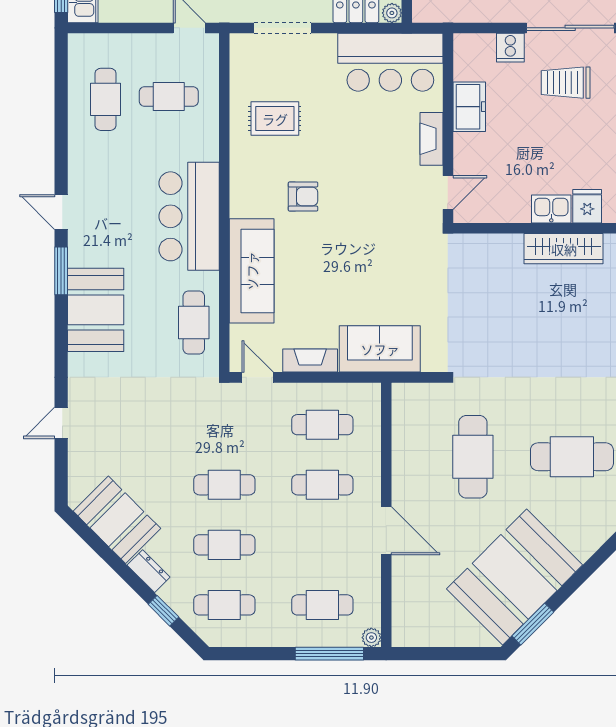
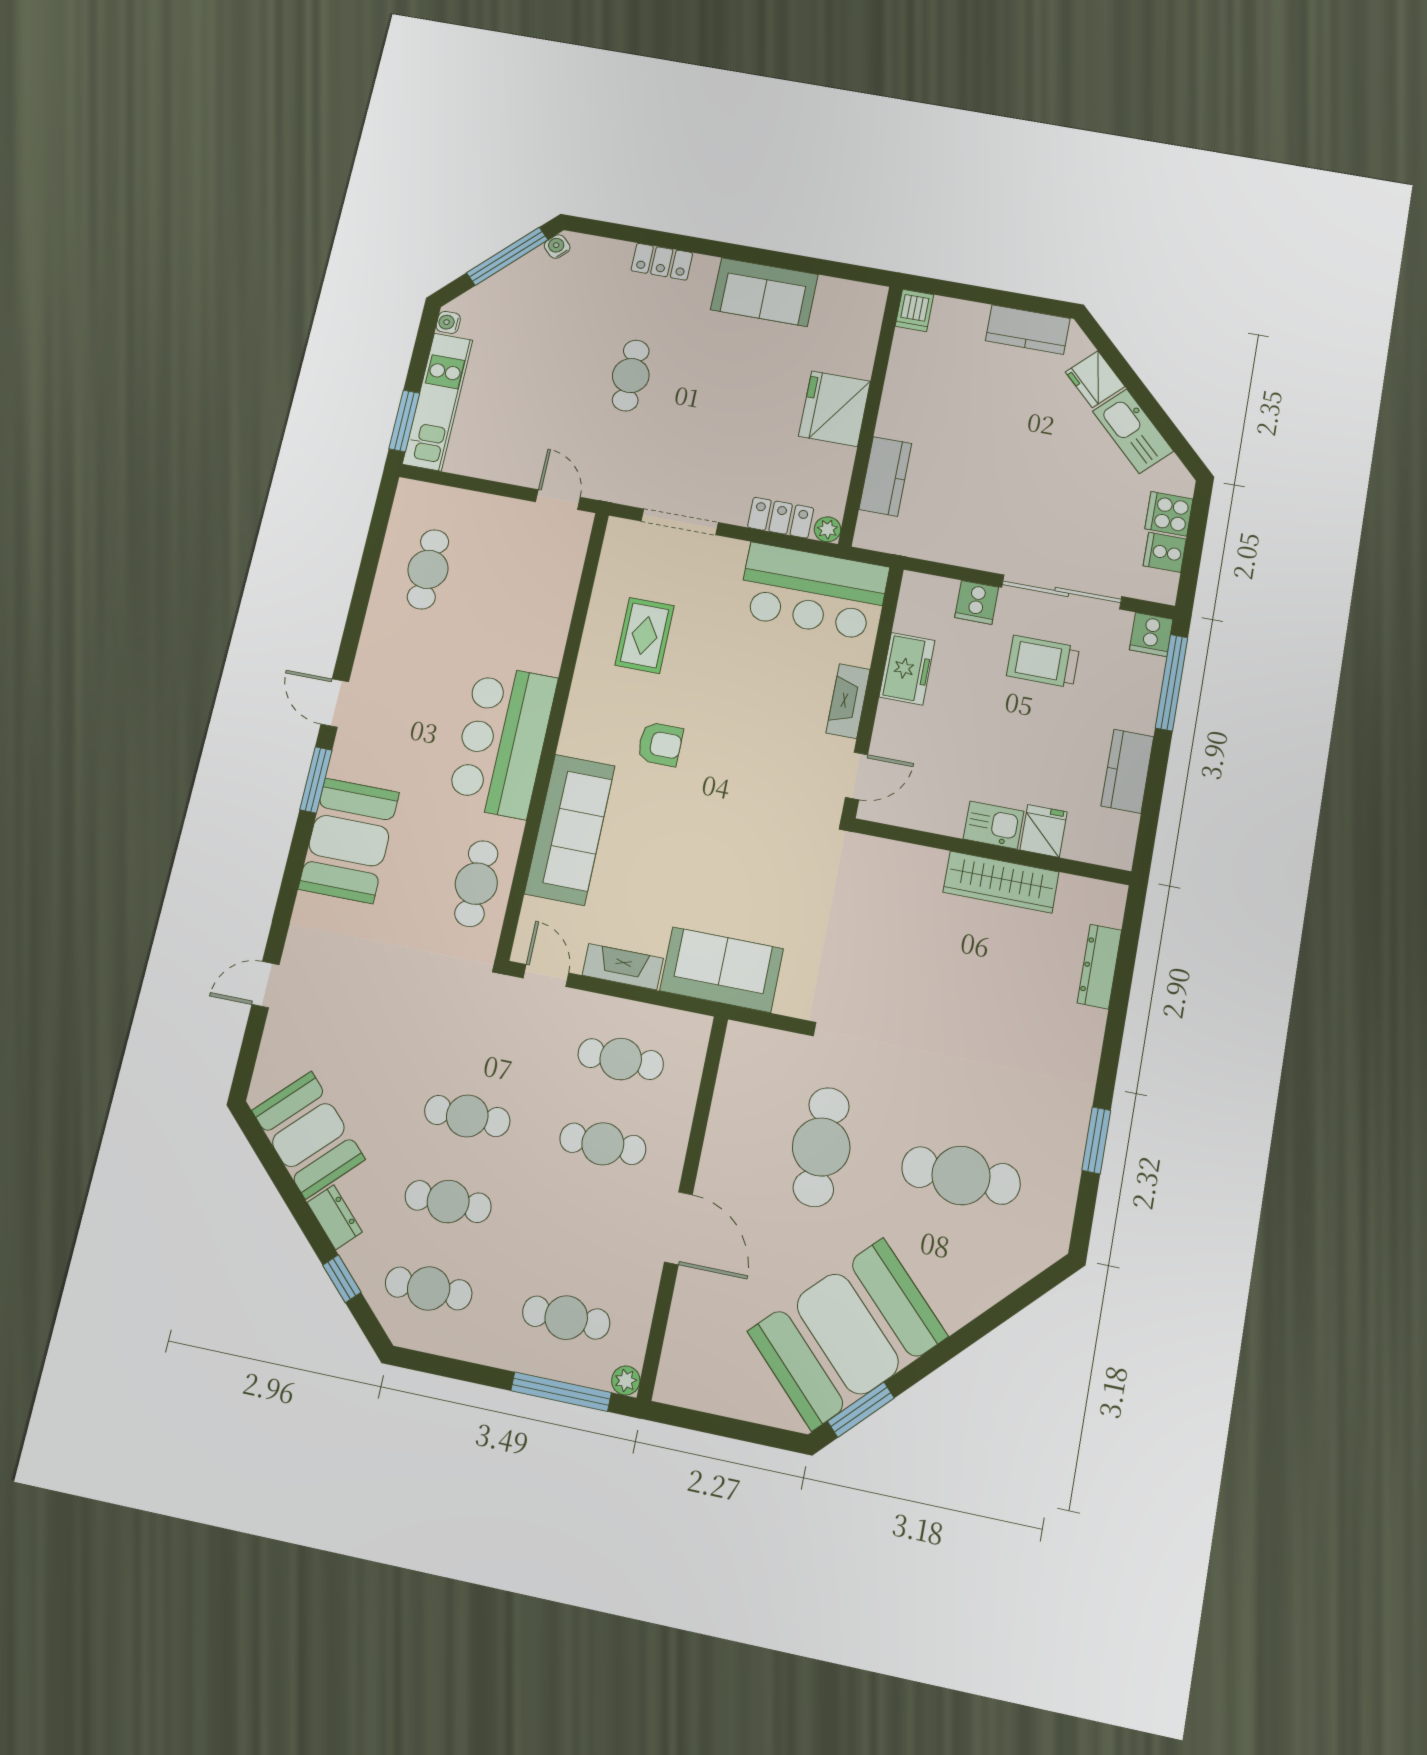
cafe table: (169, 96) -> (511, 581), removed
rug: (275, 119) -> (645, 635), turned 90

